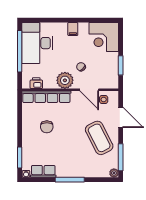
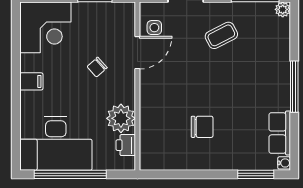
plant: (65, 80) -> (121, 118), moved
row of seats: (46, 97) -> (150, 128), removed
coffee table: (99, 138) -> (221, 35), width x0.54, depth x0.58

